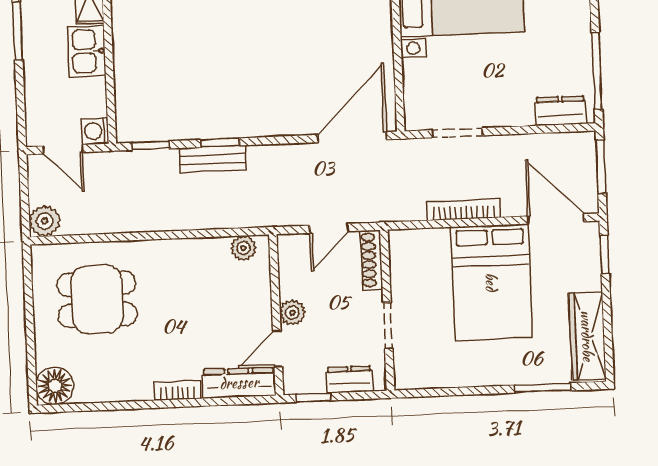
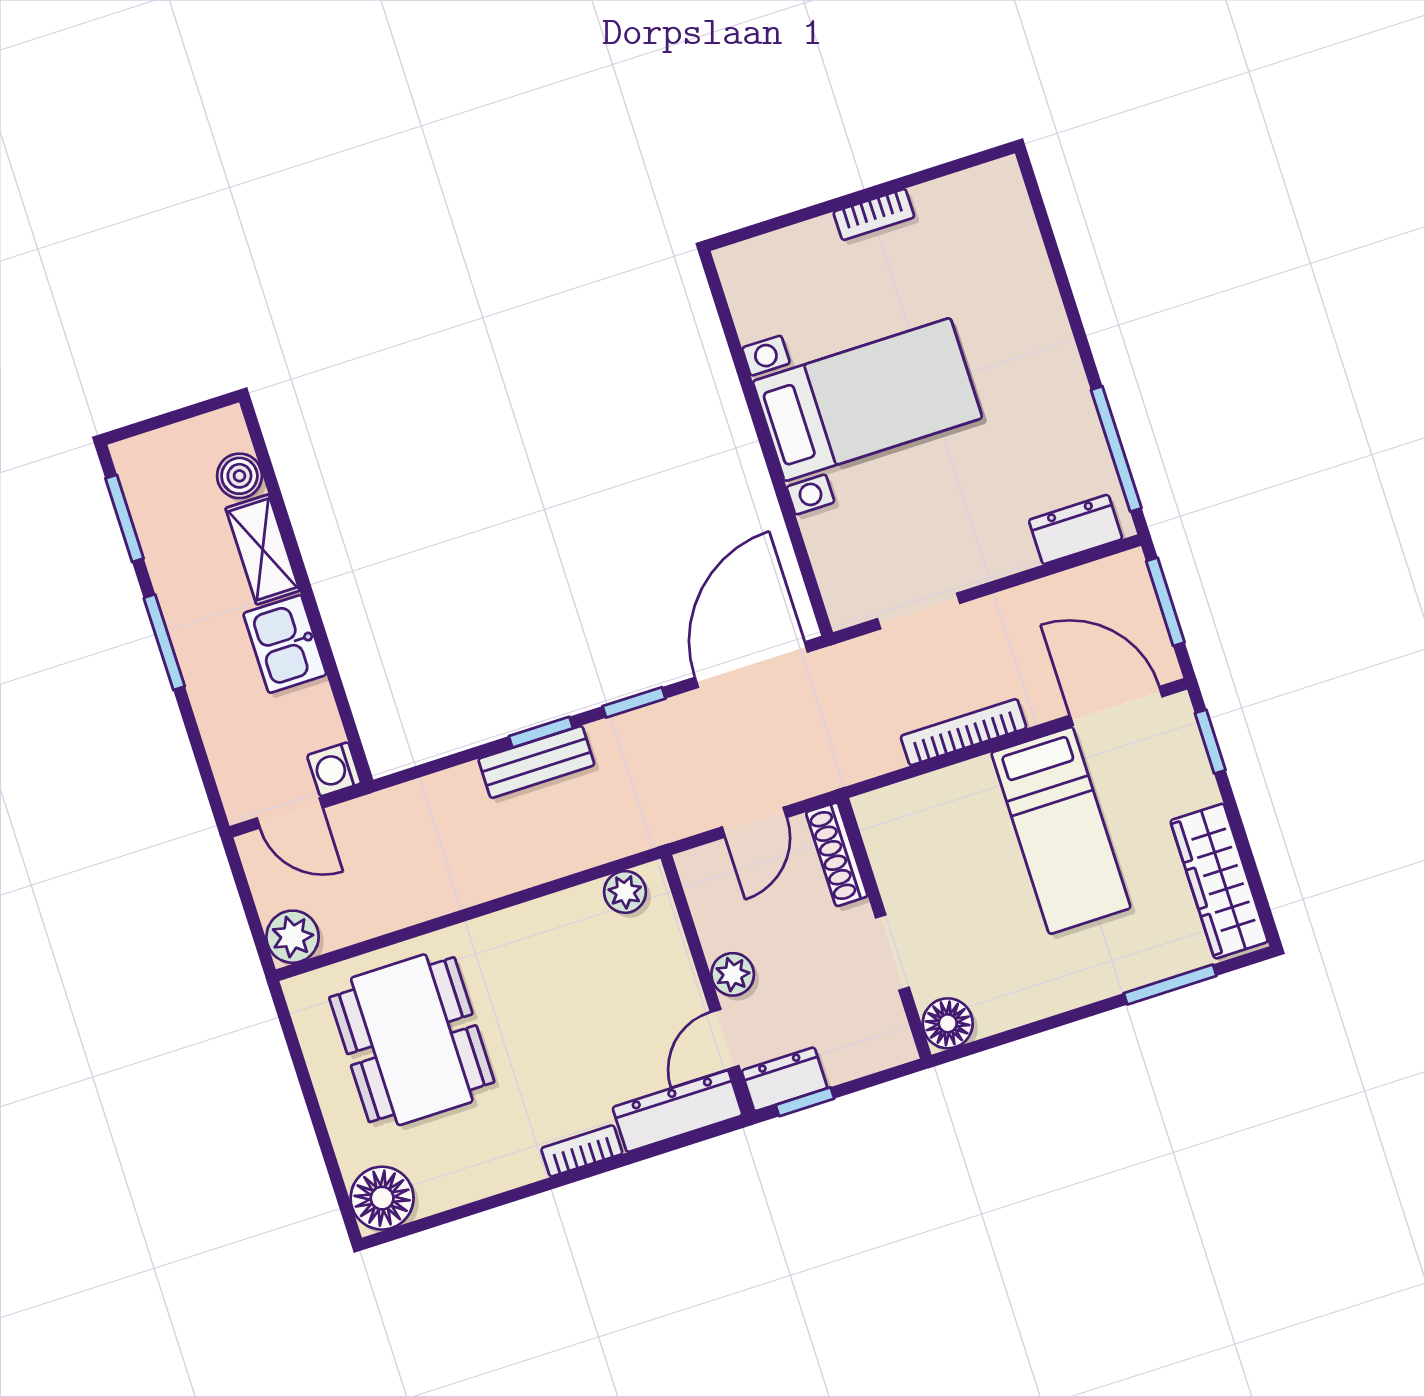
window: (150, 146) -> (634, 702), moved
bed: (491, 282) -> (1061, 830), width x0.67
dining table: (97, 299) -> (412, 1040), width x1.38
floor lamp: (409, 375) -> (948, 1023), added
dresser: (350, 379) -> (784, 1079), moved

